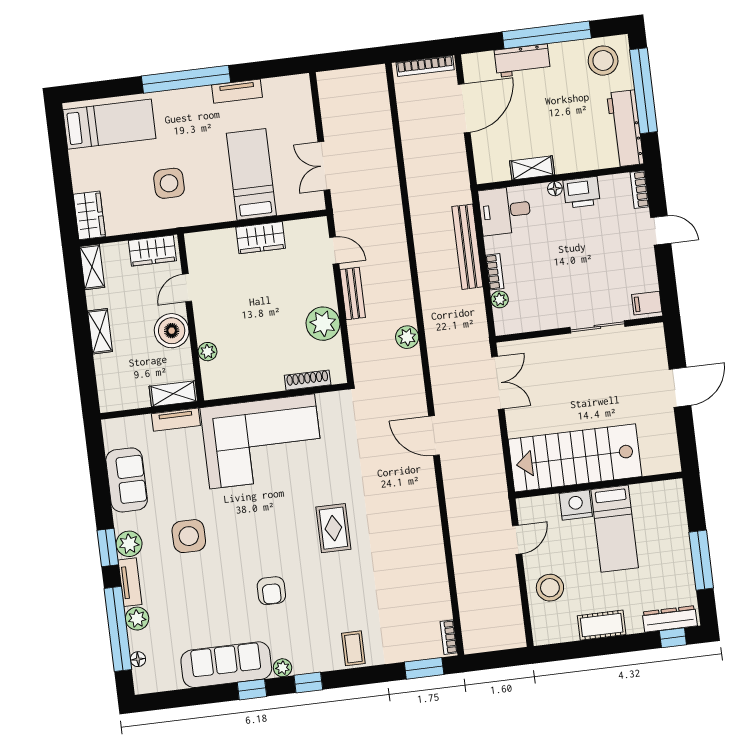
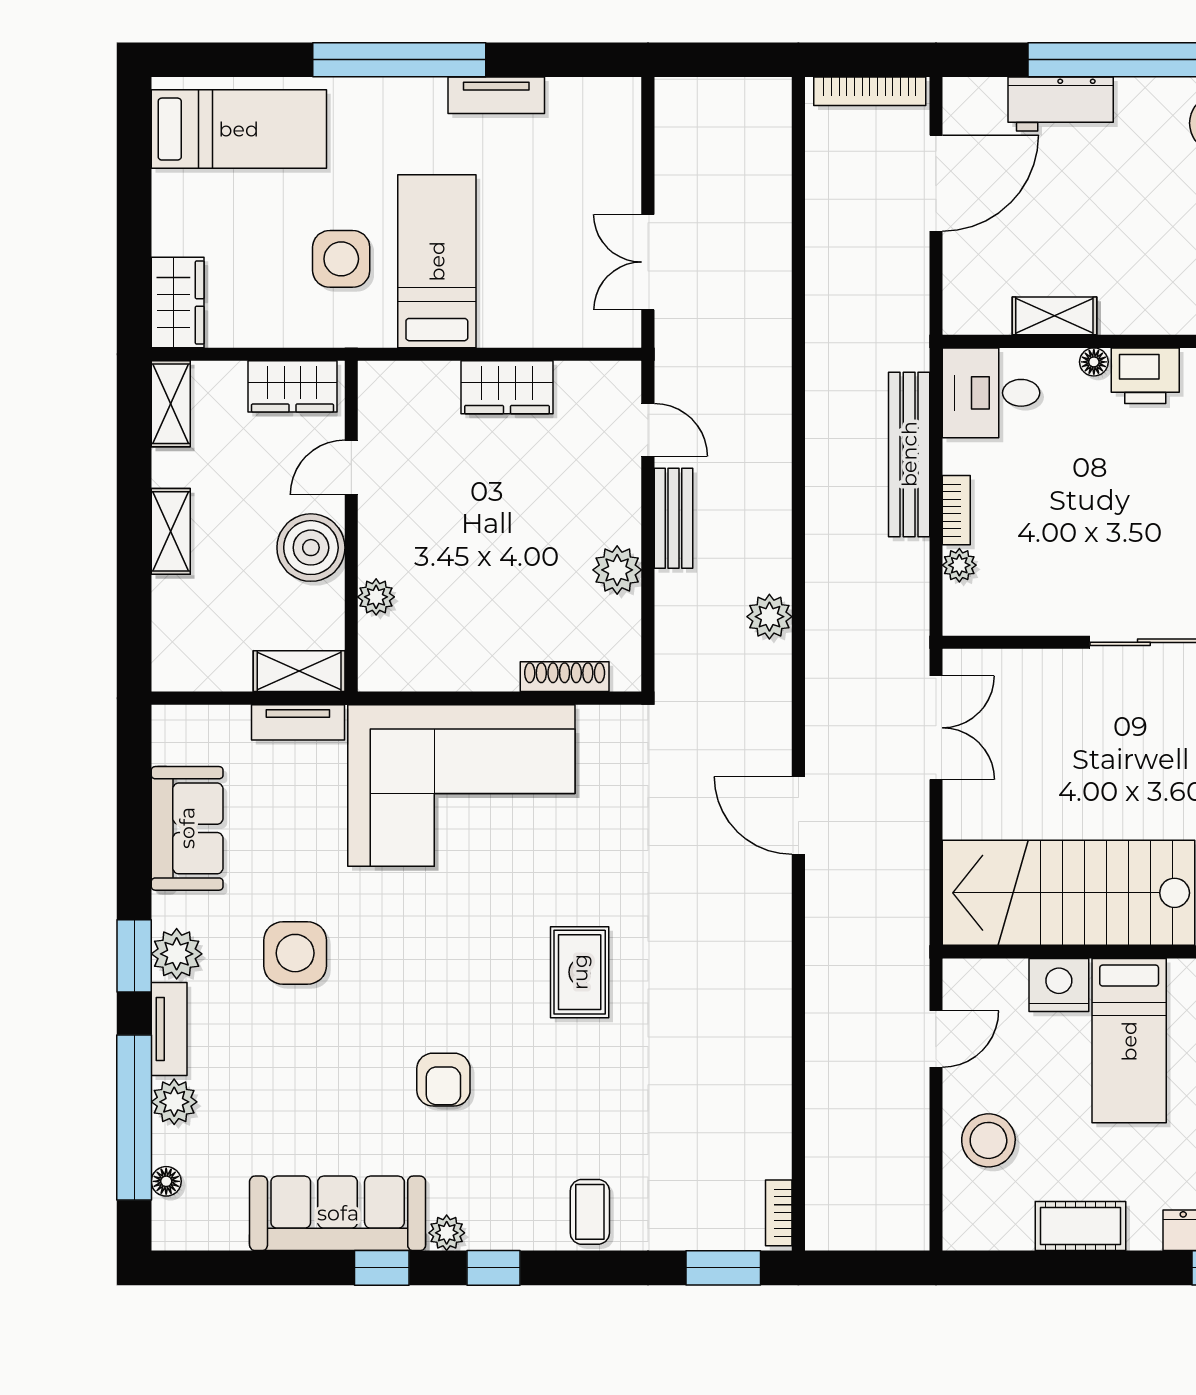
bed: (251, 174) -> (437, 261), moved
plant: (323, 324) -> (617, 570), width x0.73, depth x0.73

